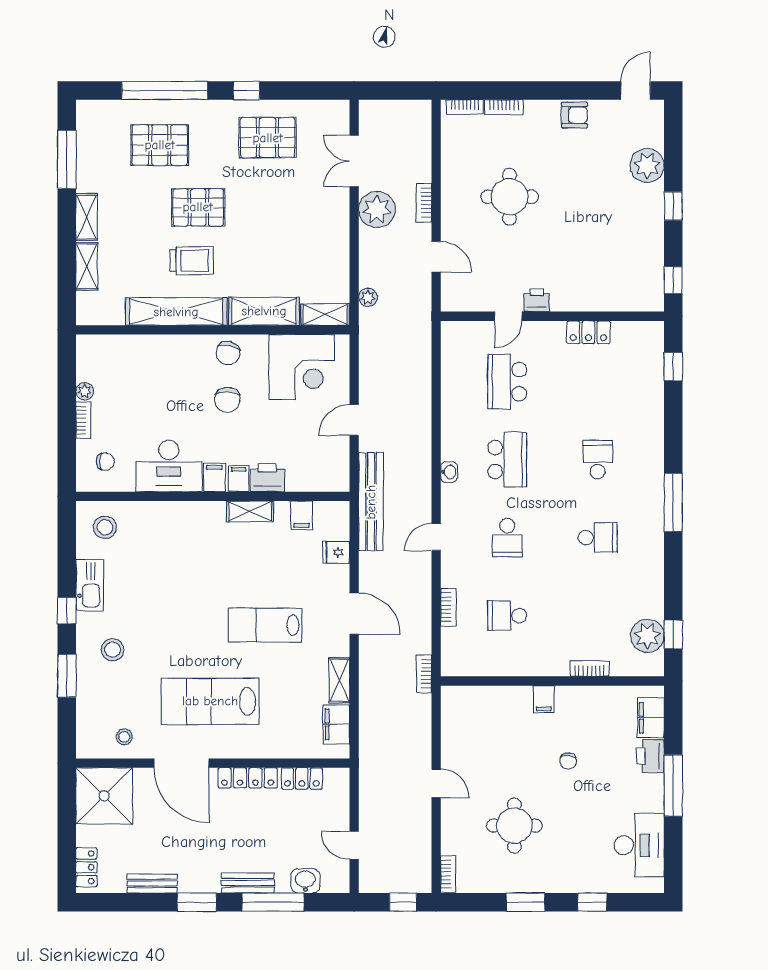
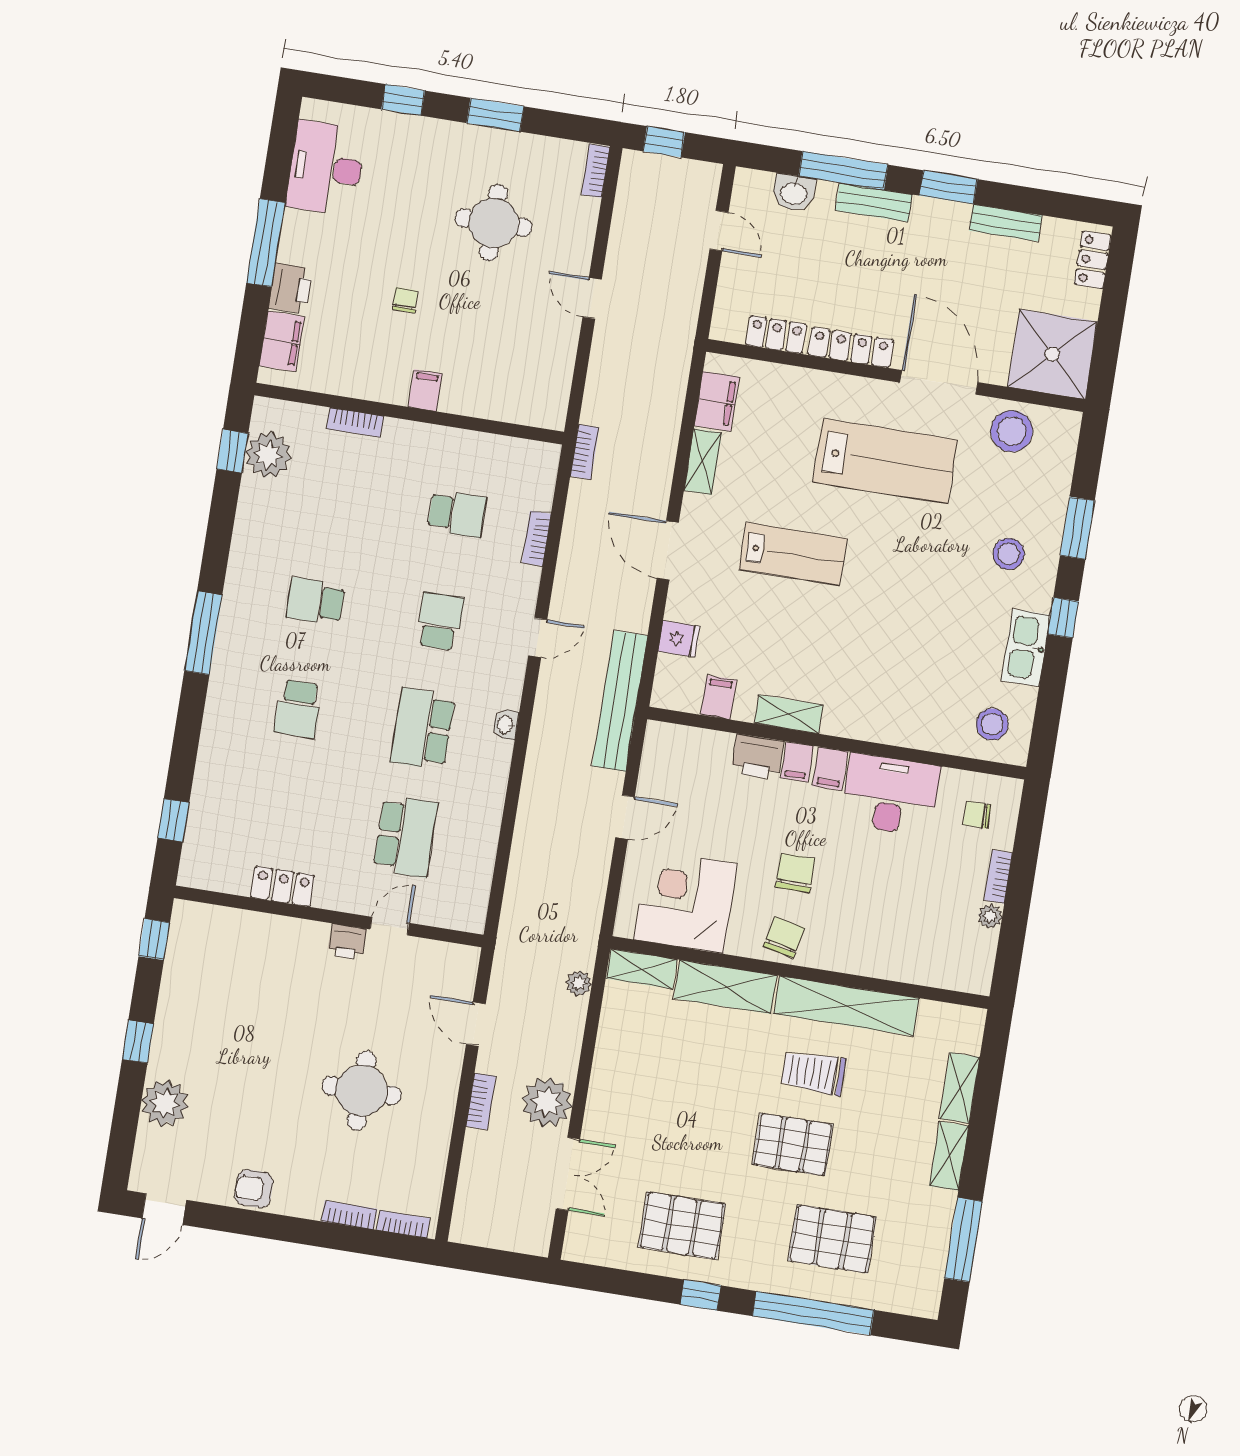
stool: (124, 737) -> (1012, 431), width x1.89, depth x1.89

